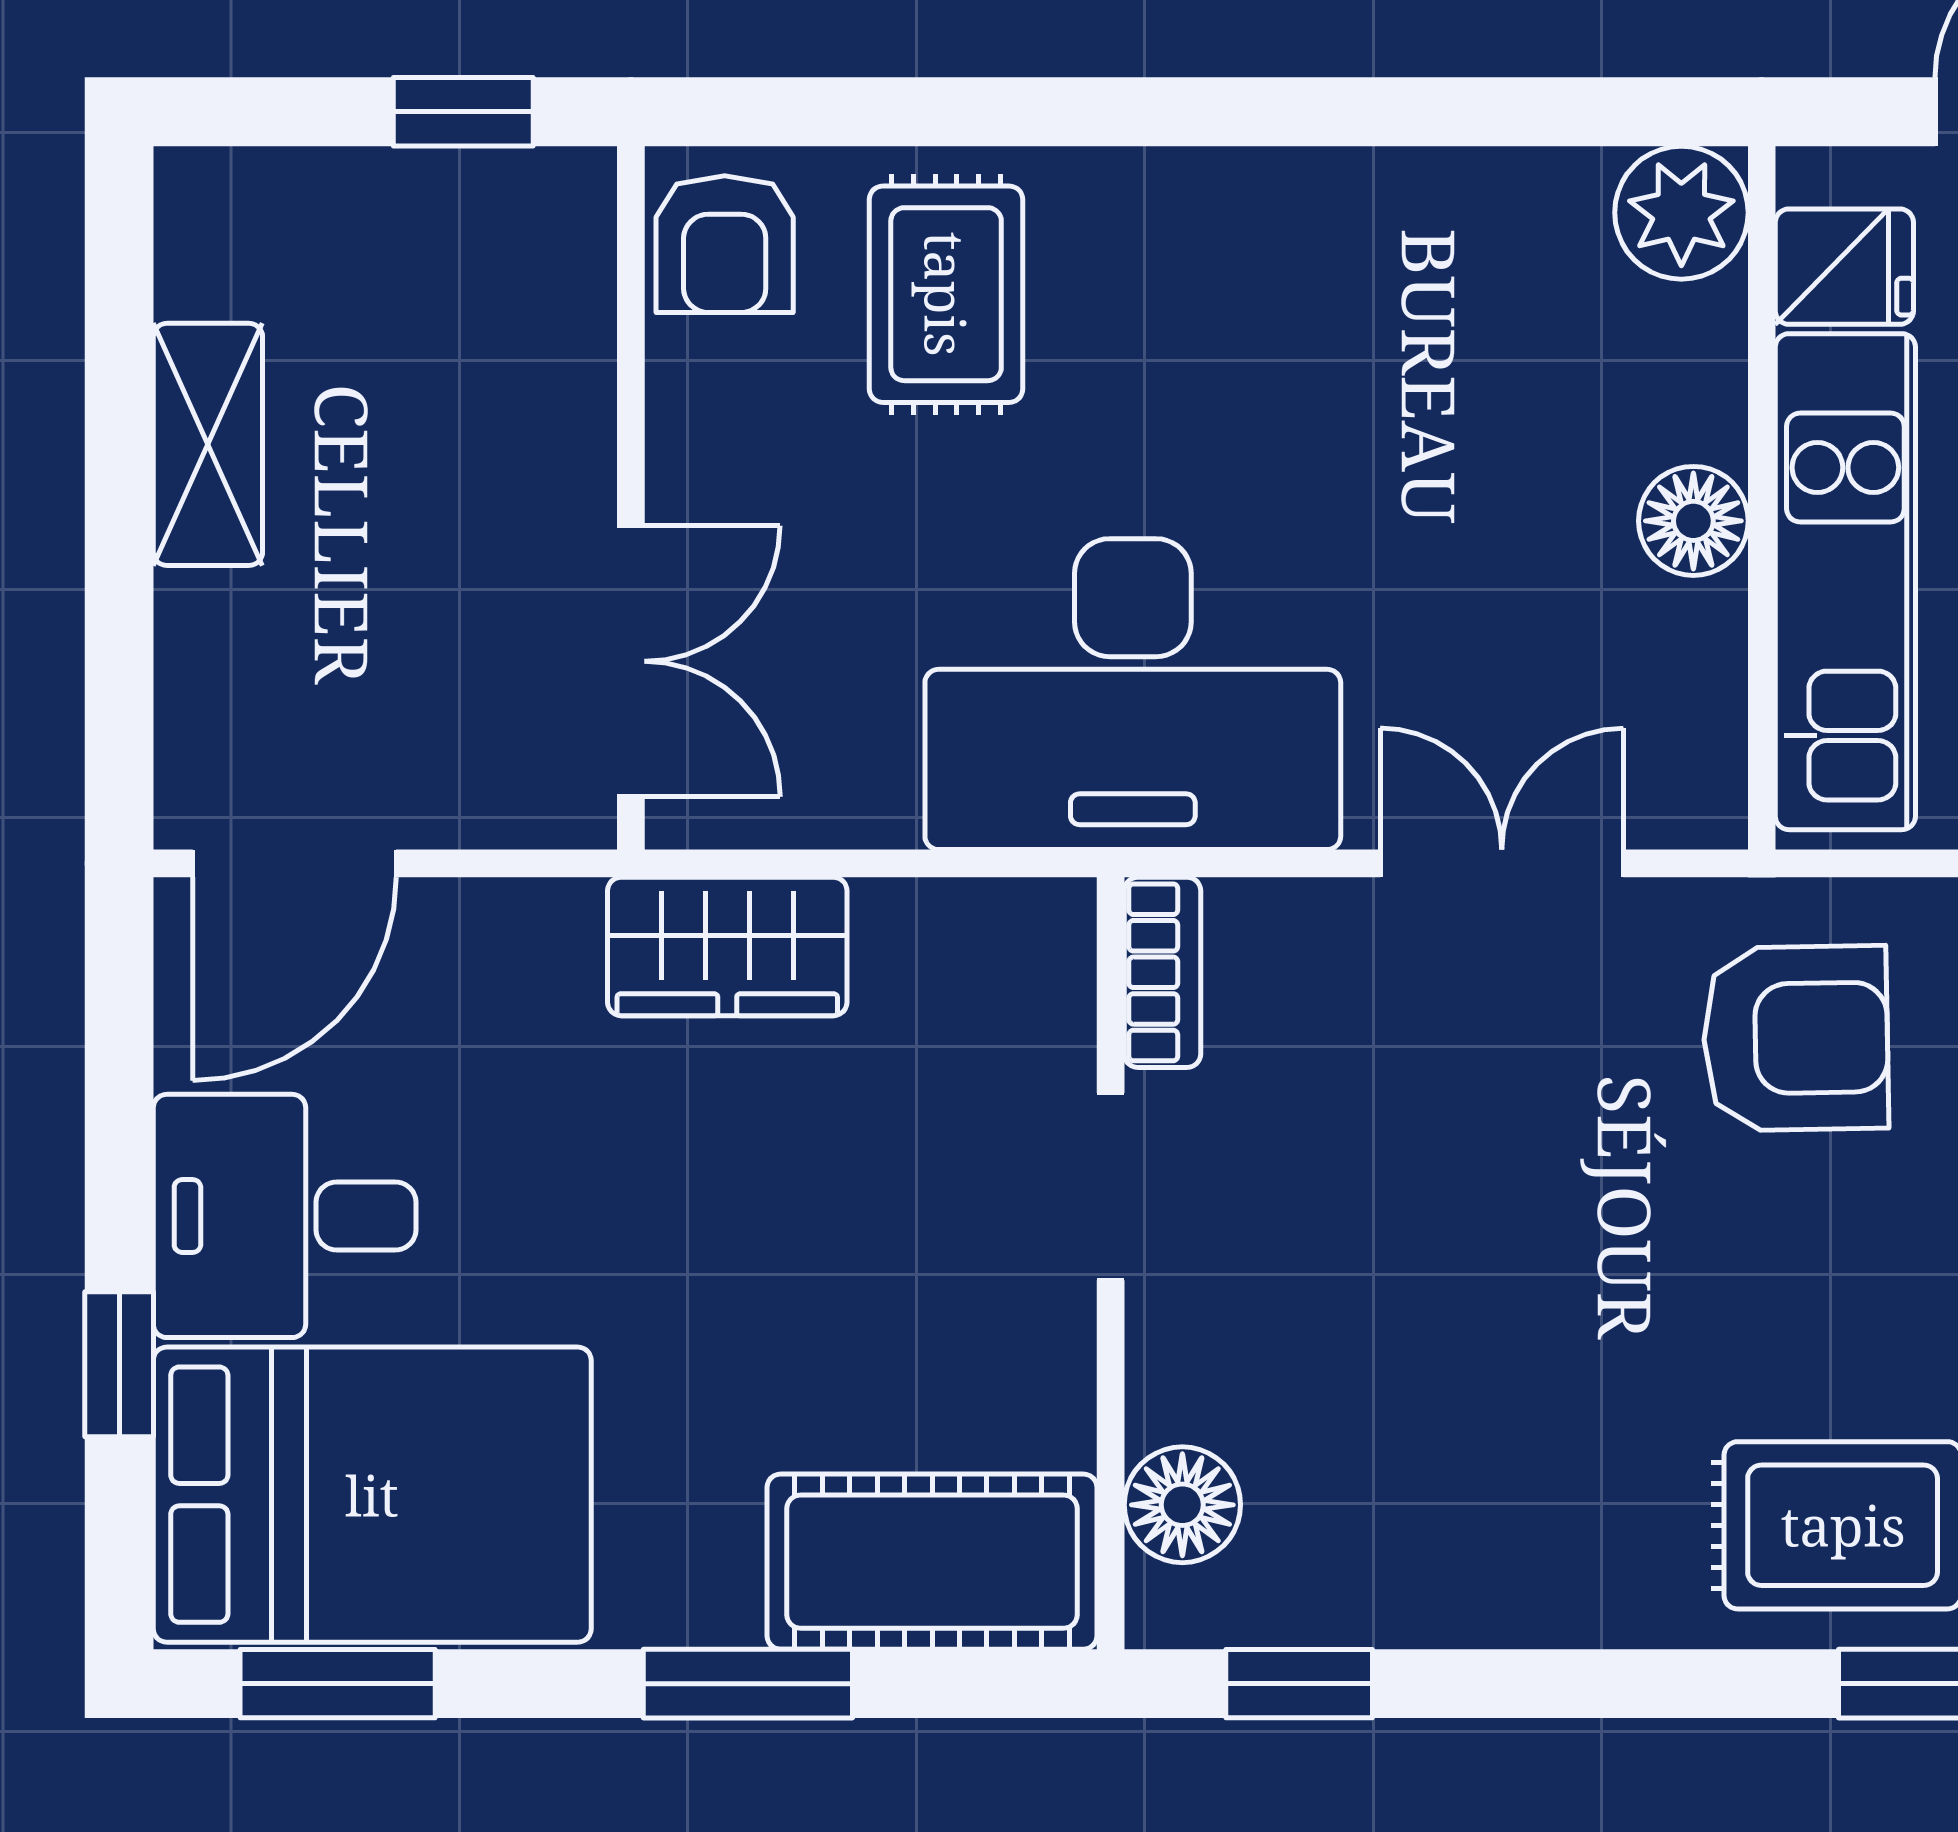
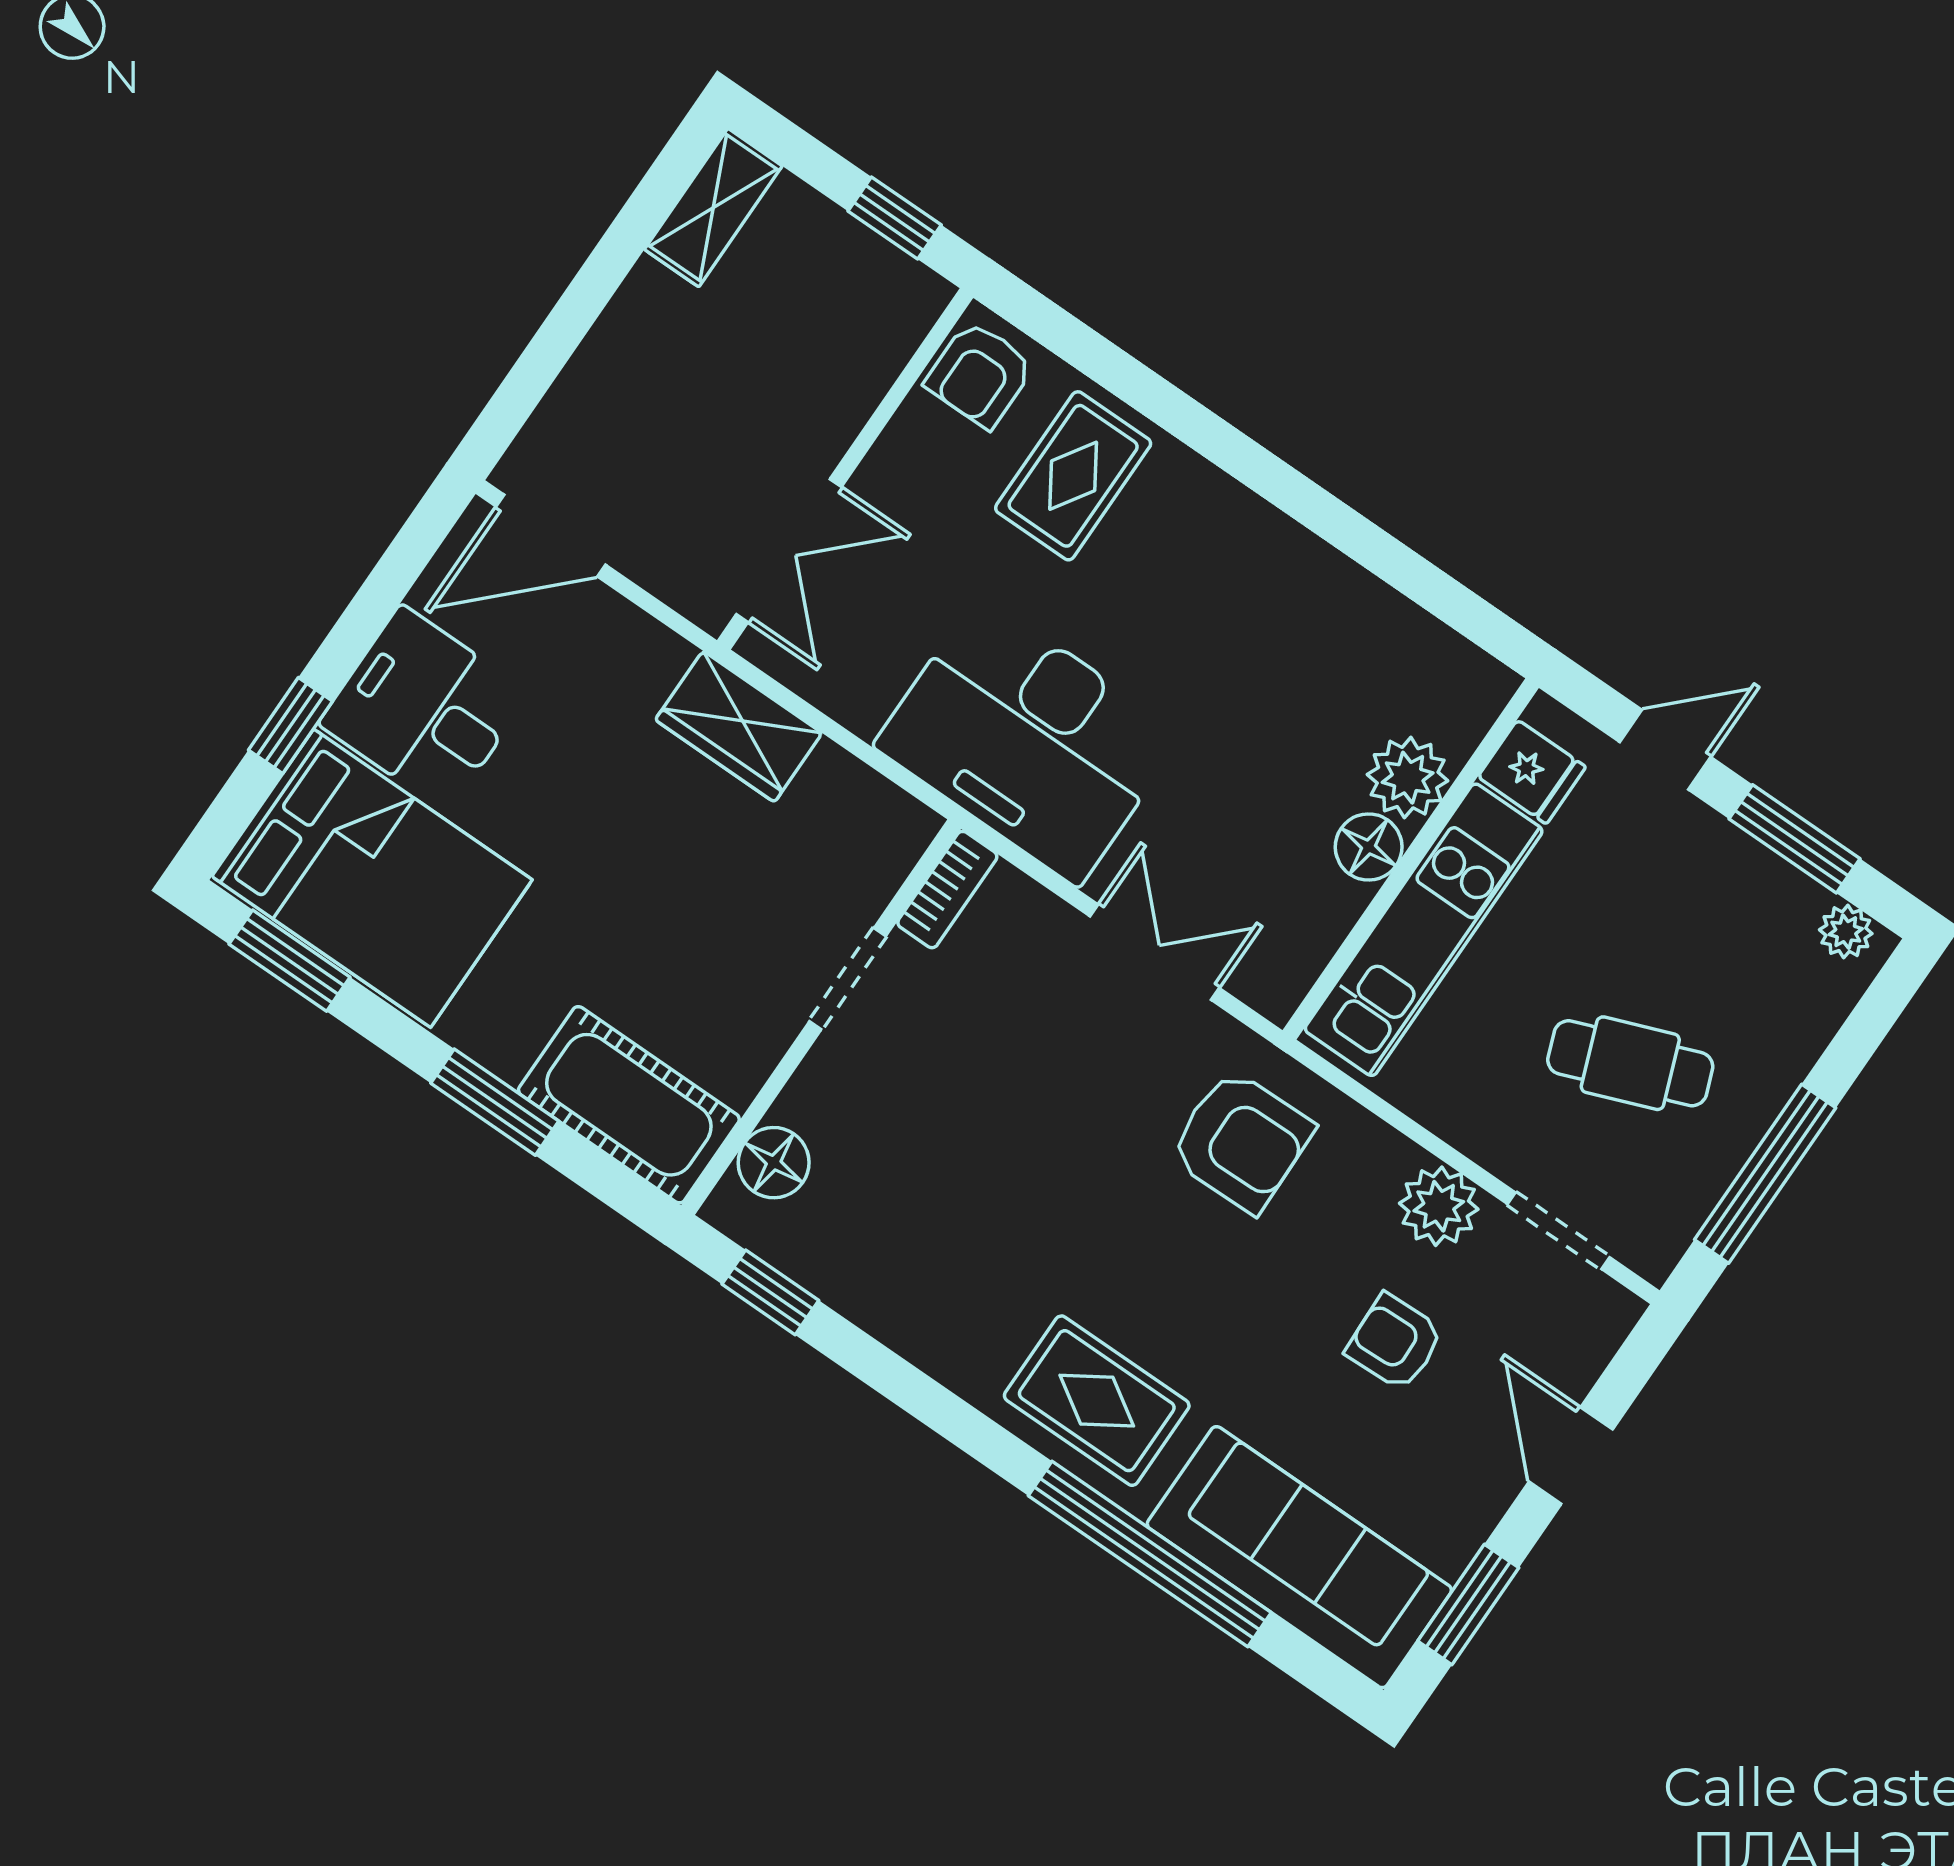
plant: (1681, 213) -> (1408, 778), moved
shelving: (208, 444) -> (713, 208), moved

